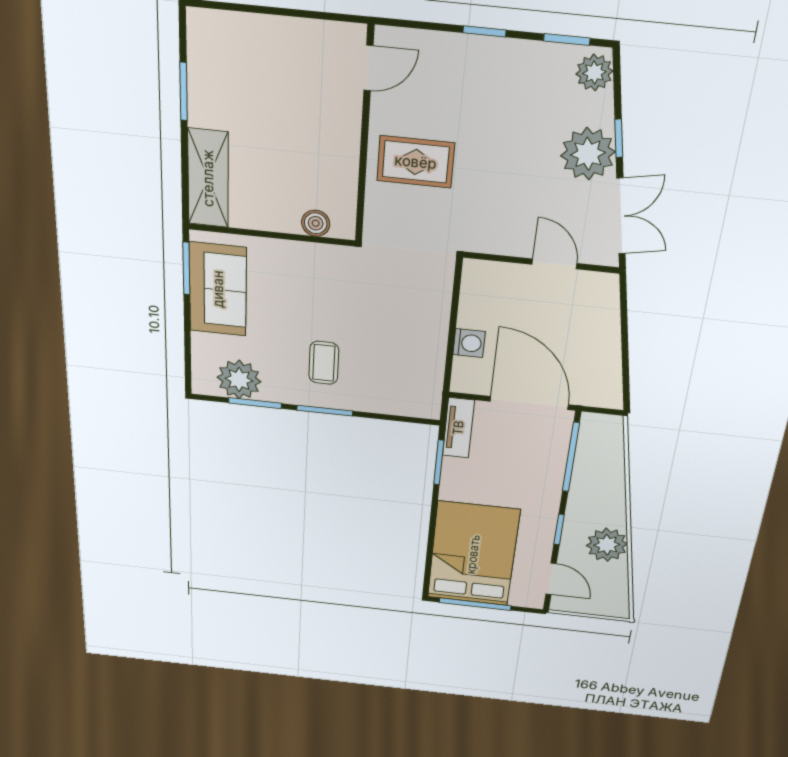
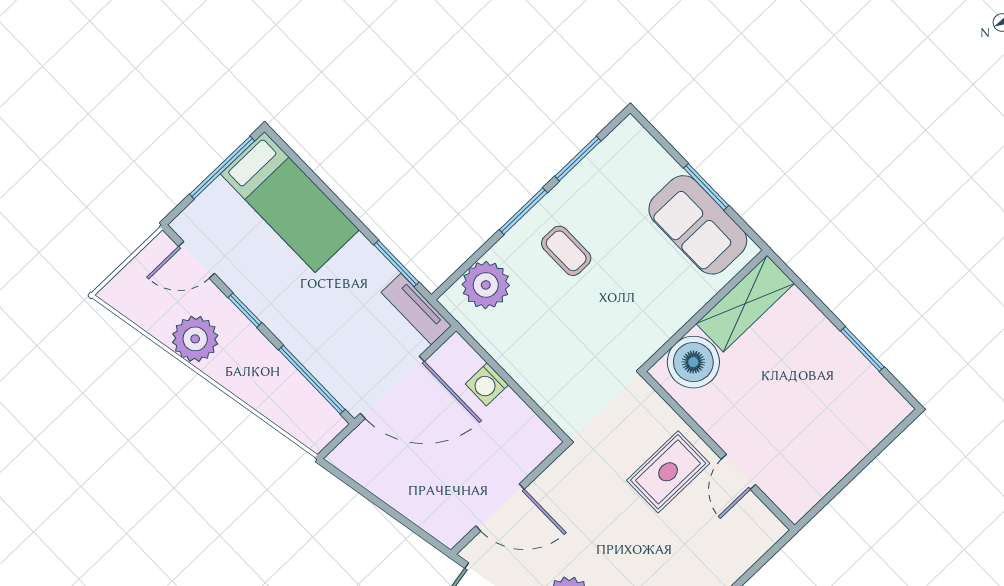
door: (369, 68) -> (738, 472), moved
shelving: (208, 178) -> (745, 303), moved, turned 90
boiler: (316, 223) -> (693, 362), width x1.86, depth x1.86
door: (554, 264) -> (500, 507), width x1.38
window: (186, 268) -> (706, 187), moved
plant: (239, 380) -> (486, 285), moved
bed: (473, 554) -> (290, 202), width x0.67

